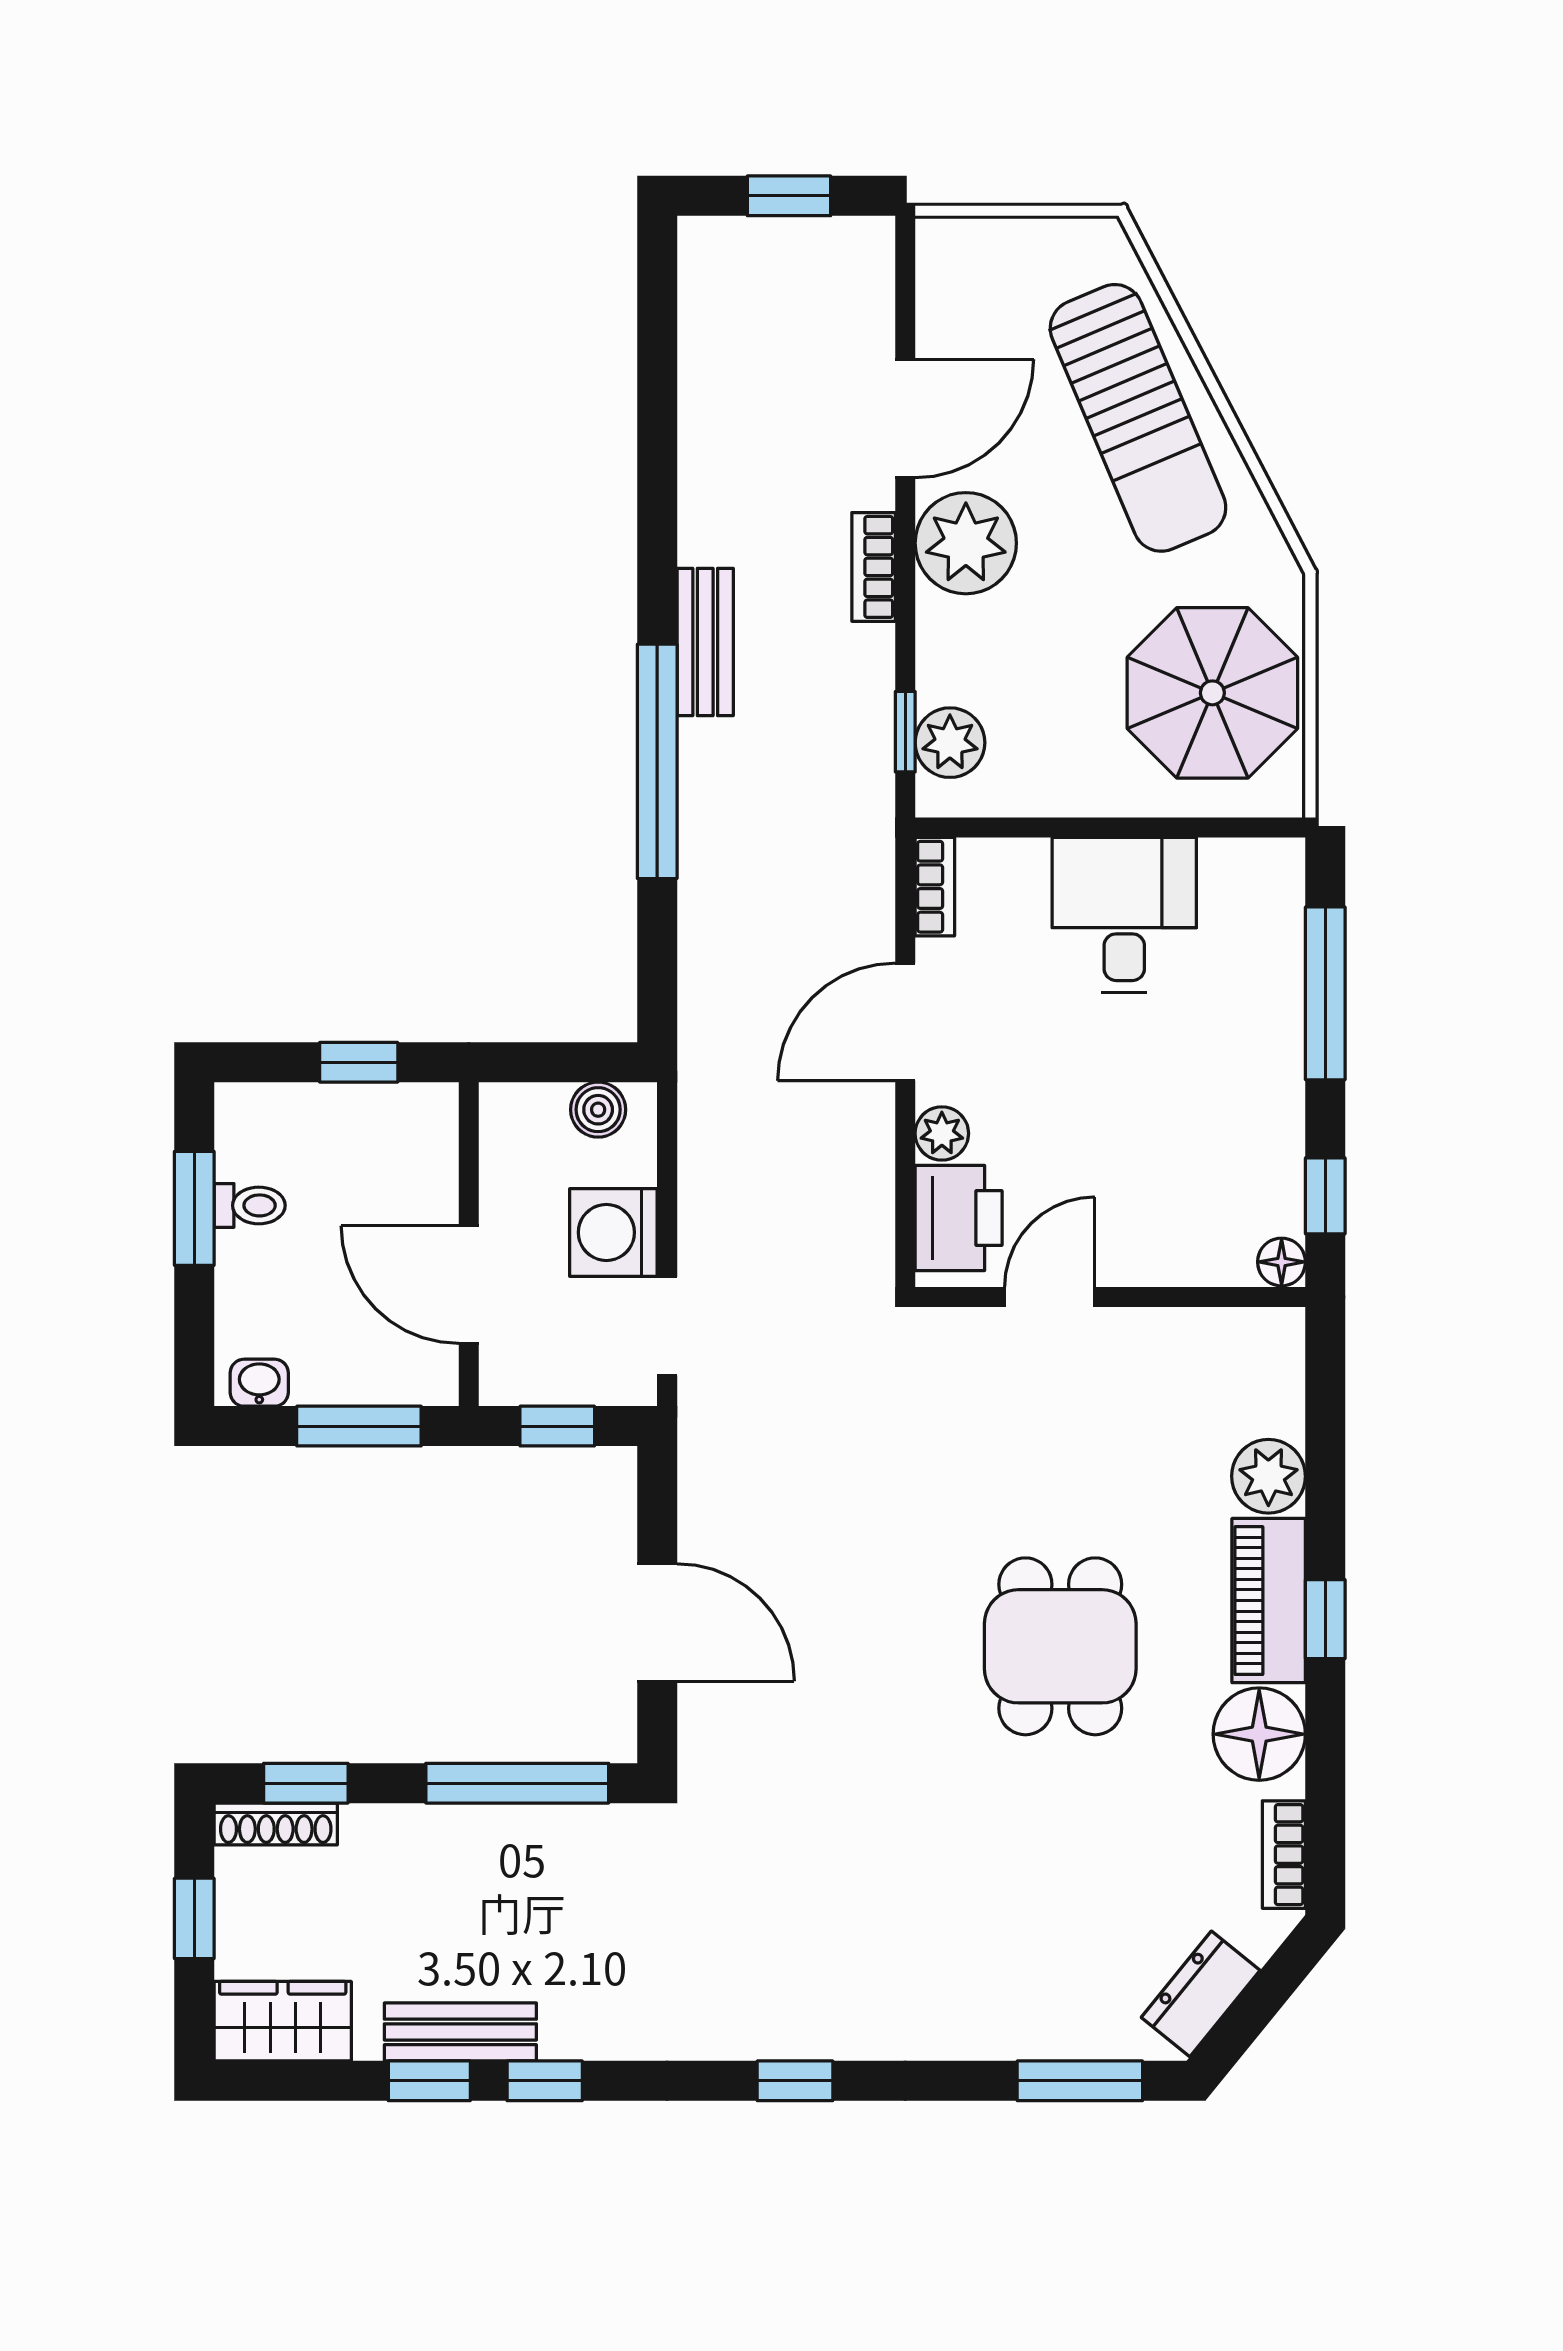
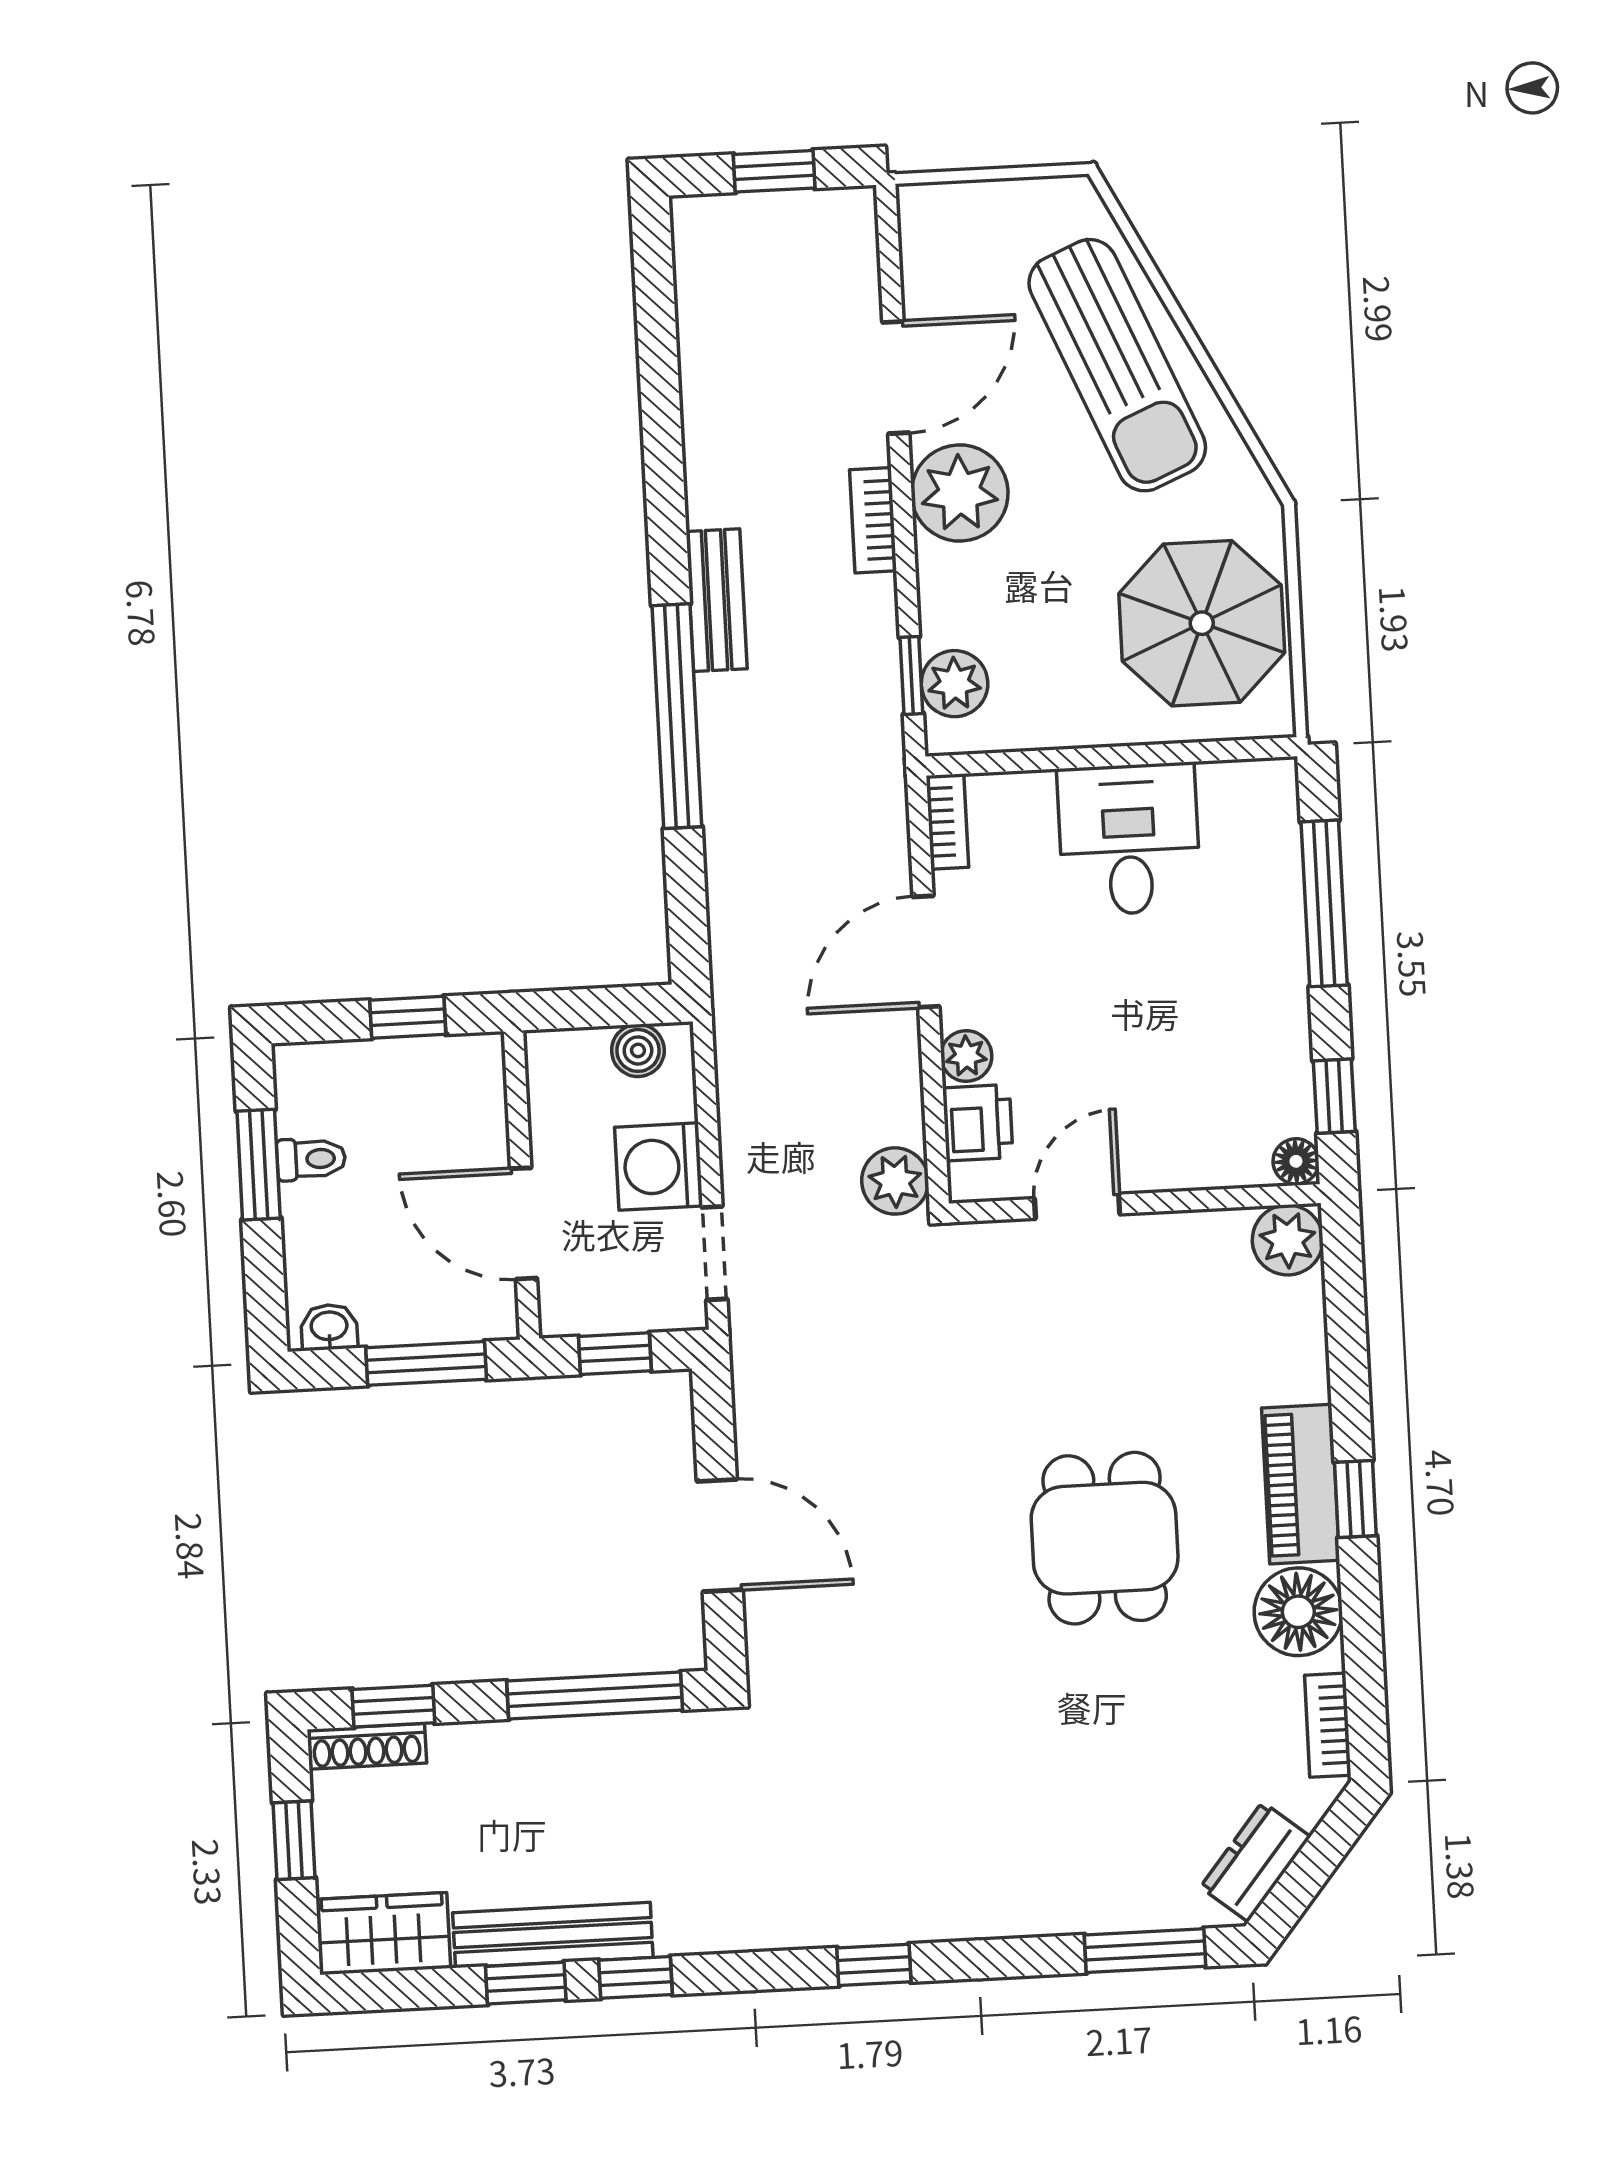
printer: (959, 1218) -> (978, 1123), width x0.73, depth x0.81
plant: (860, 1261) -> (895, 1181), added
plant: (1268, 1476) -> (1288, 1240), moved
bench: (460, 2032) -> (553, 1935), width x1.36

